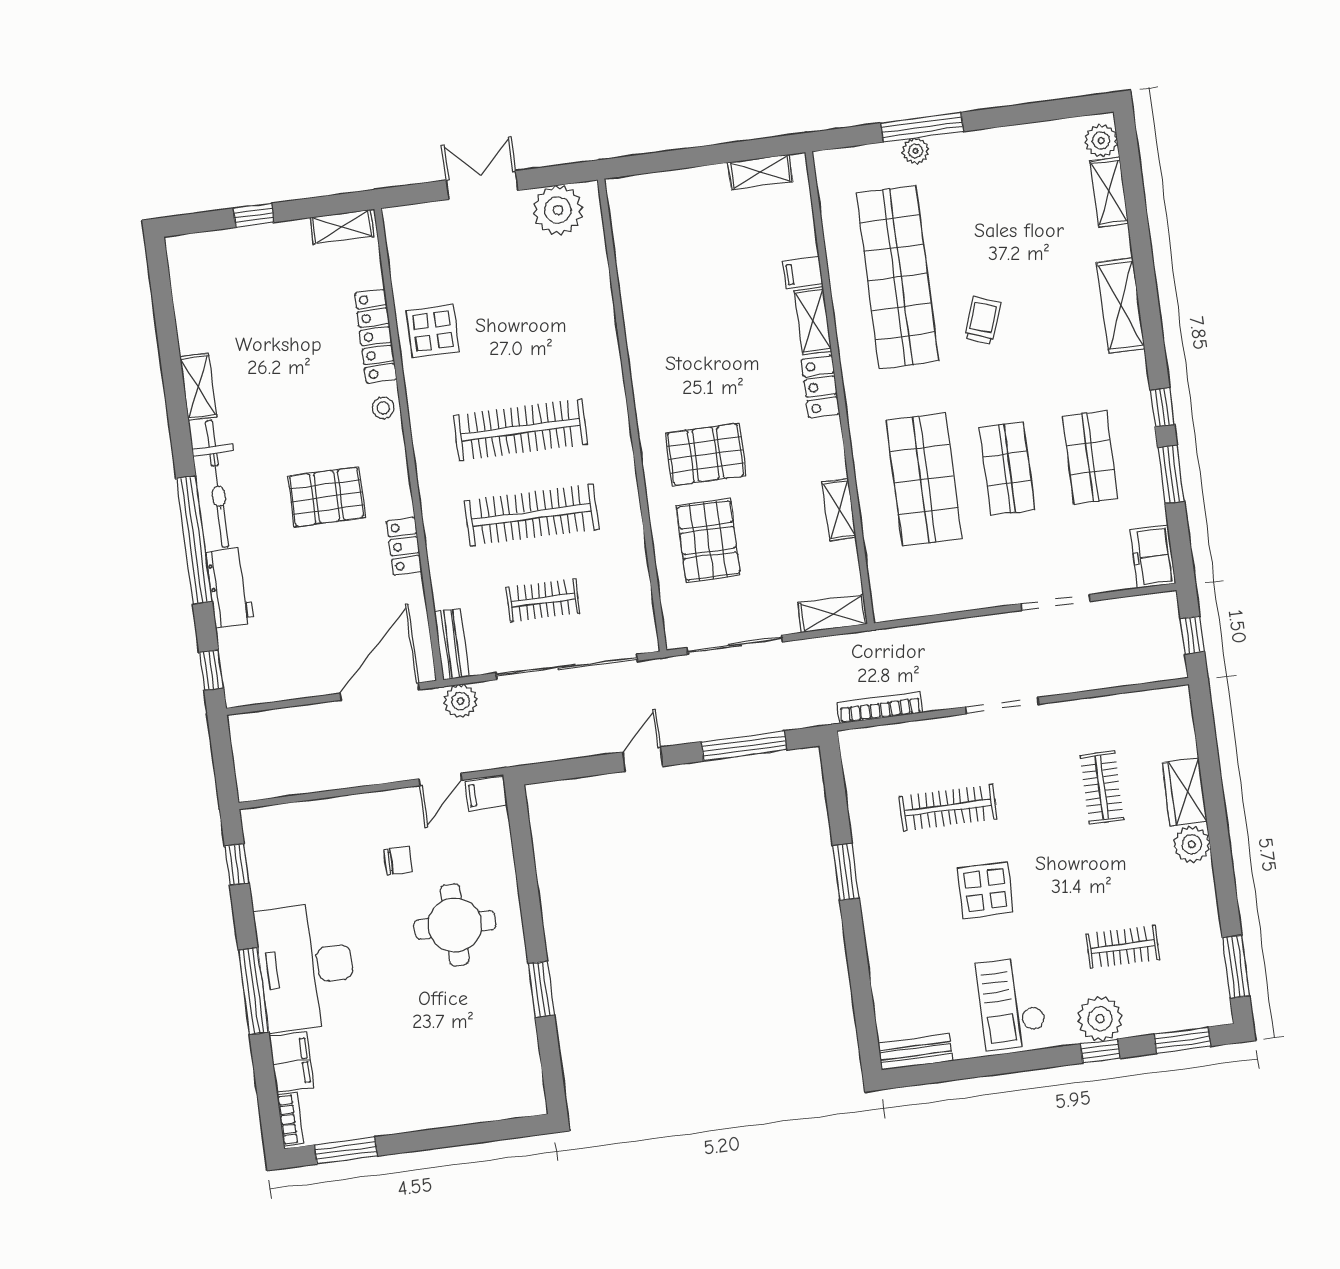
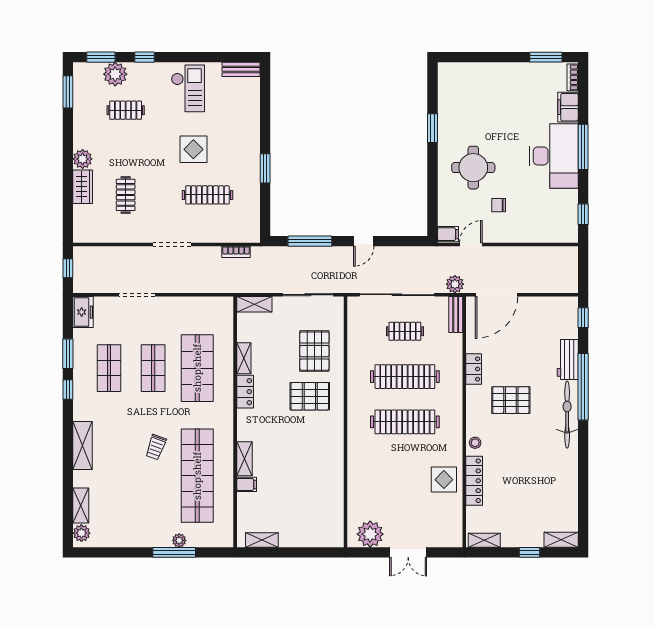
shelving: (198, 387) -> (561, 540), moved, turned 90
locker: (820, 387) -> (245, 392), moved
bookcase: (880, 708) -> (236, 252), width x0.64
plant: (1100, 1019) -> (115, 74), moved

